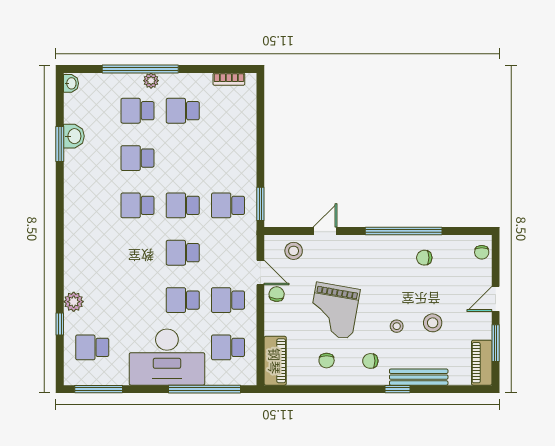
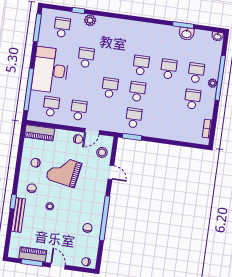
school desk: (183, 300) -> (86, 58), moved
stool: (433, 323) -> (49, 227), removed
piano: (482, 363) -> (33, 254), moved

